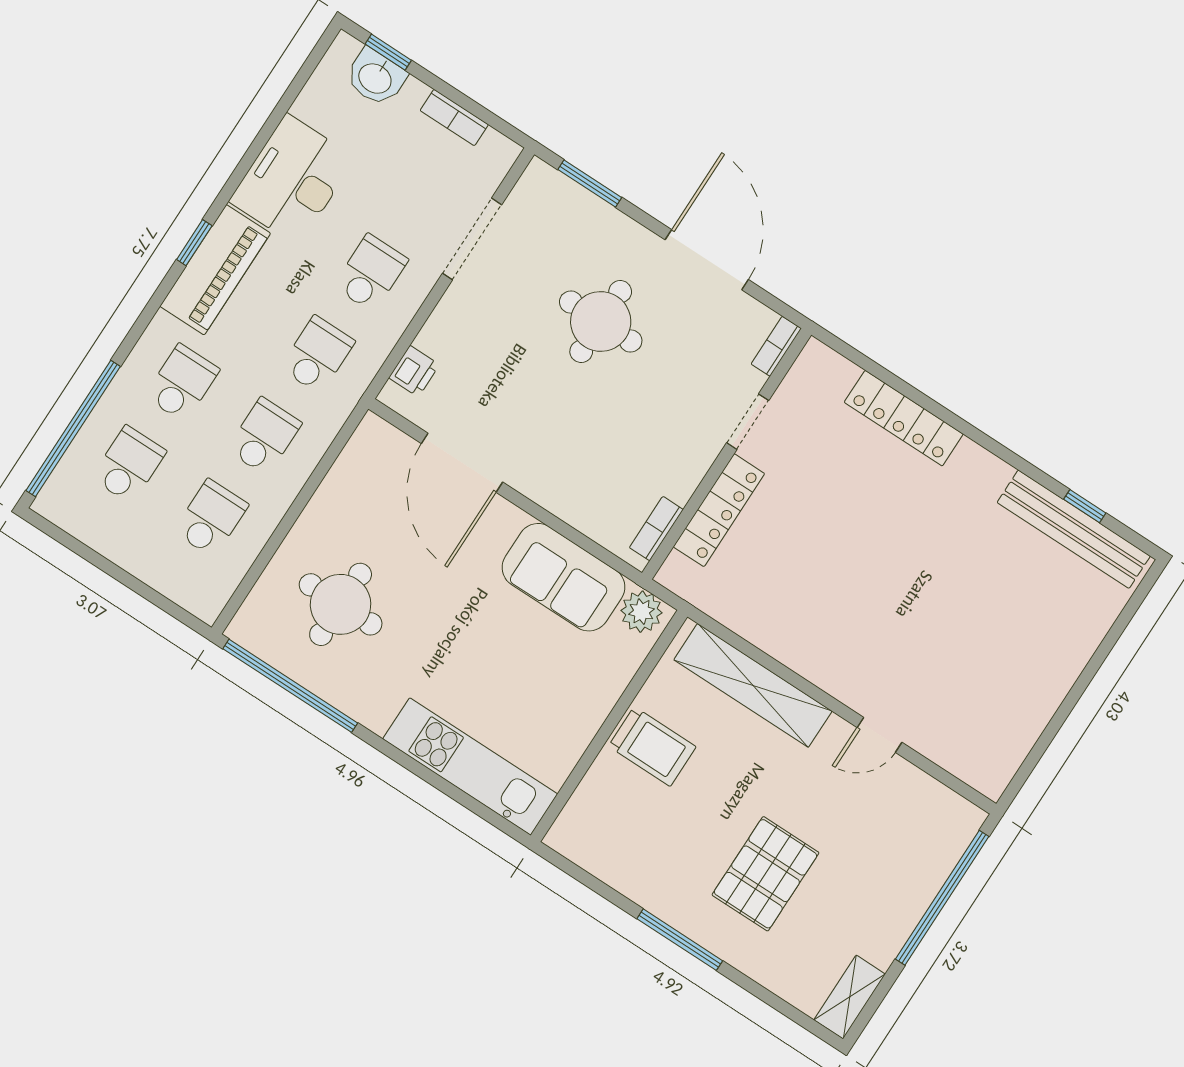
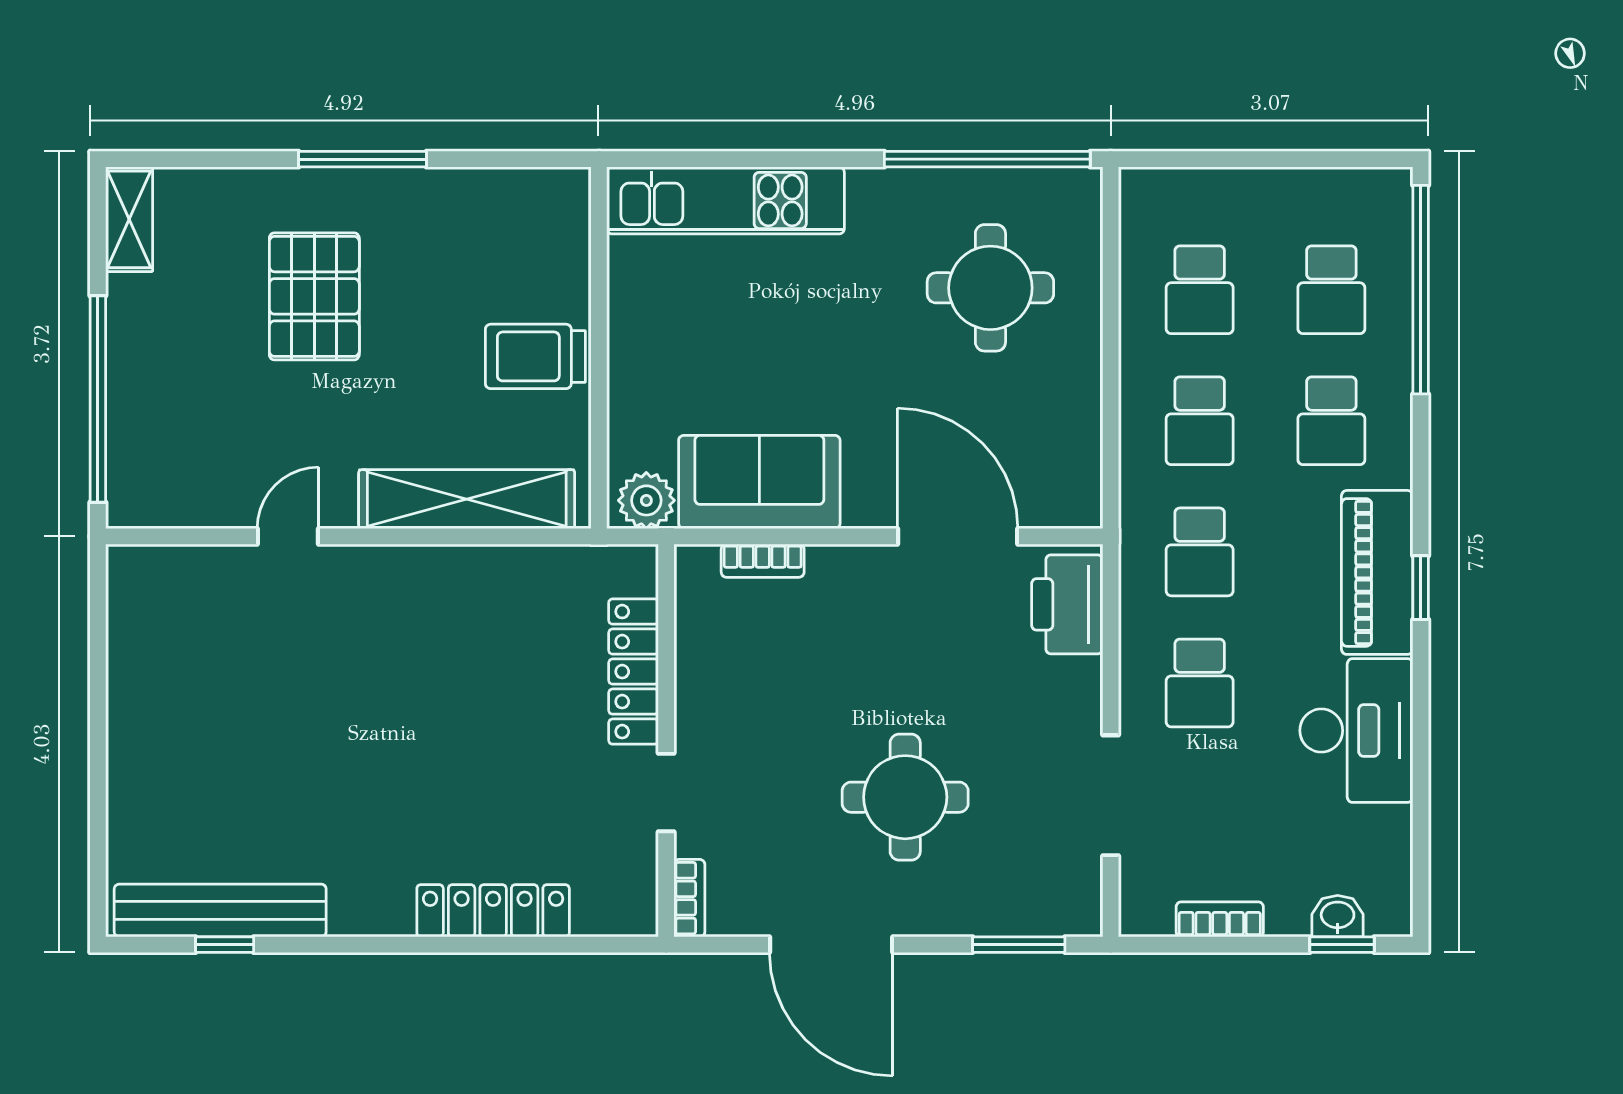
washbasin: (376, 77) -> (1338, 916), width x0.72, depth x0.69
printer: (414, 371) -> (1067, 604), width x1.87, depth x1.48
bookcase: (656, 529) -> (763, 561), moved, turned 90

